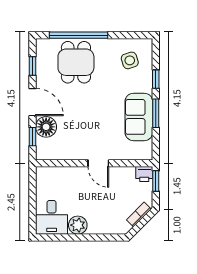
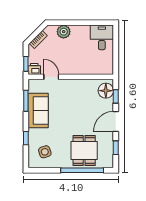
door: (32, 102) -> (116, 121), hinge flipped
window: (156, 113) -> (26, 101), moved
floor lamp: (46, 127) -> (106, 91), moved
door: (98, 163) -> (51, 77), moved
plant: (78, 225) -> (64, 32), moved

